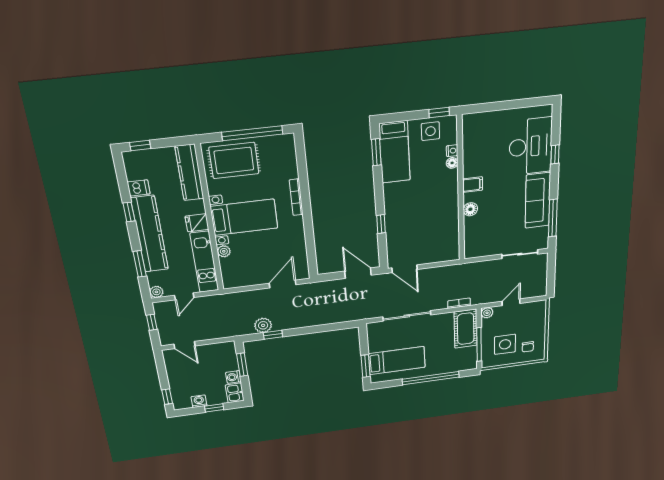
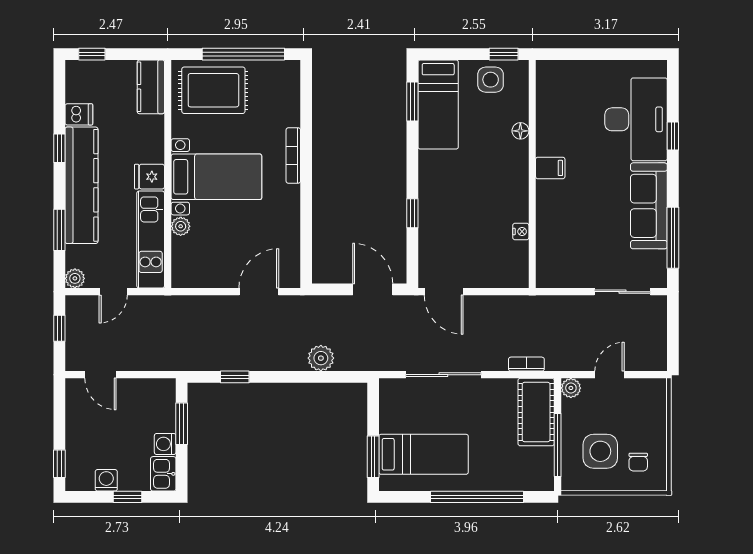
nightstand: (452, 151) -> (521, 232), moved
kitchen counter: (189, 173) -> (151, 87), width x0.67
floor lamp: (470, 209) -> (546, 207), removed
plant: (263, 325) -> (321, 358), moved

